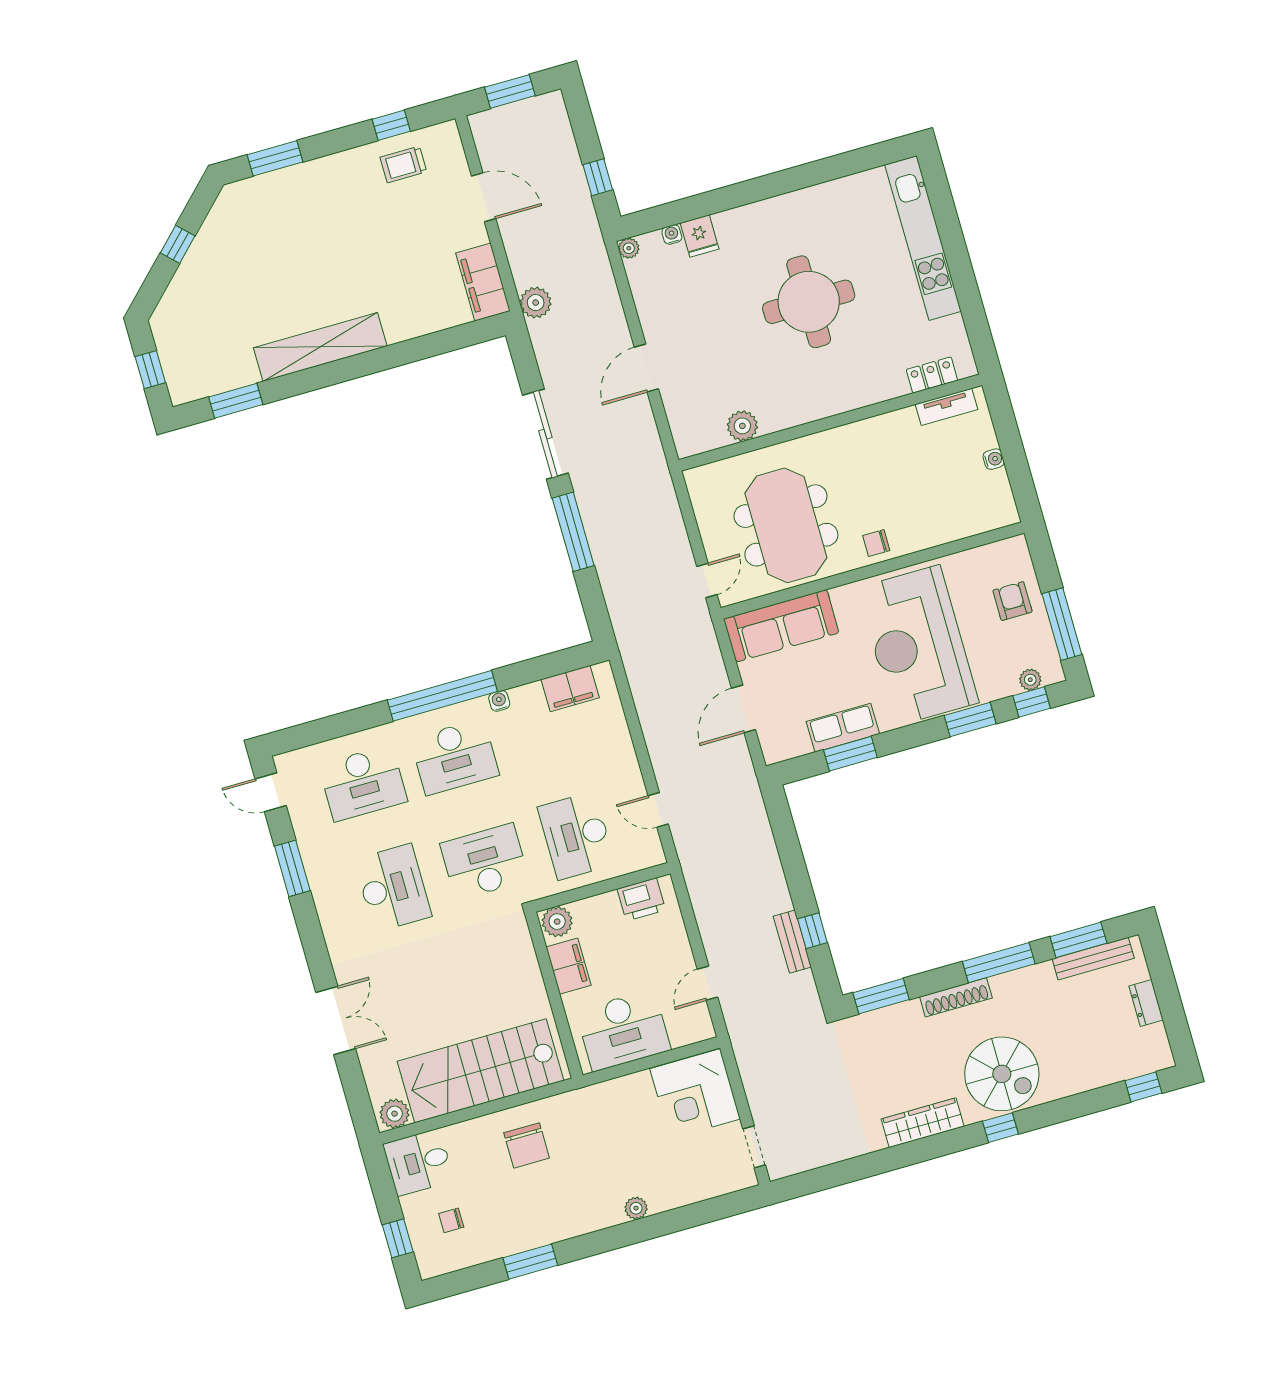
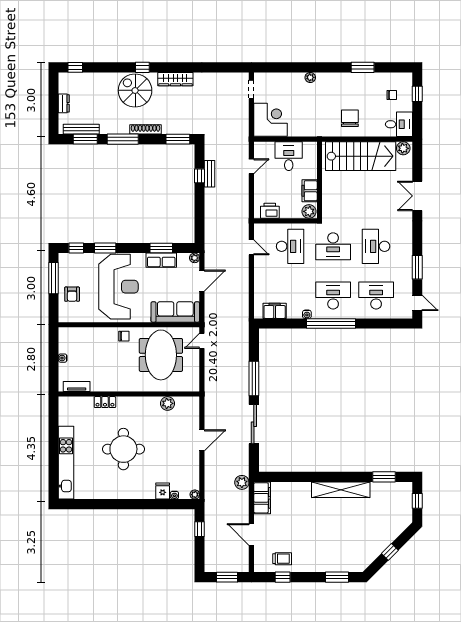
locker: (932, 375) -> (105, 402), moved
plant: (1030, 680) -> (195, 258), moved
desk: (623, 1030) -> (289, 156), width x0.73

